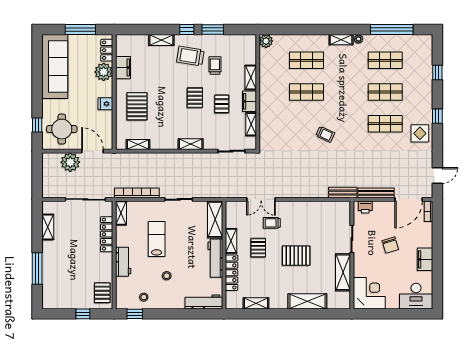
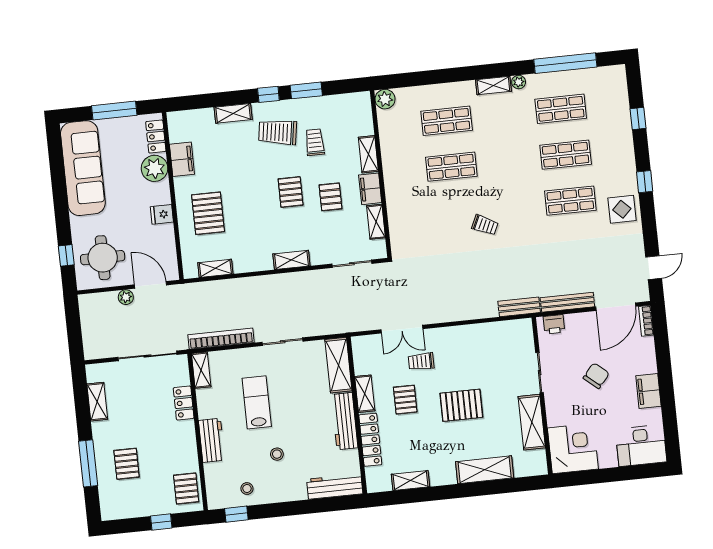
plant: (70, 162) -> (126, 297), width x0.53, depth x0.53
locker: (107, 234) -> (184, 403), width x0.66
chair: (390, 245) -> (596, 376), turned -123
pallet: (63, 272) -> (127, 464), added

